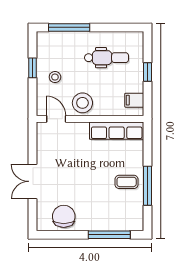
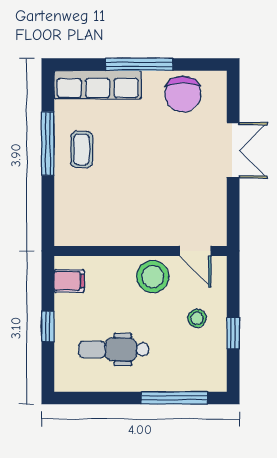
row of seats: (117, 131) -> (98, 85), moved, turned 180
coffee table: (127, 182) -> (82, 149), turned 90
window: (109, 235) -> (139, 64), moved

